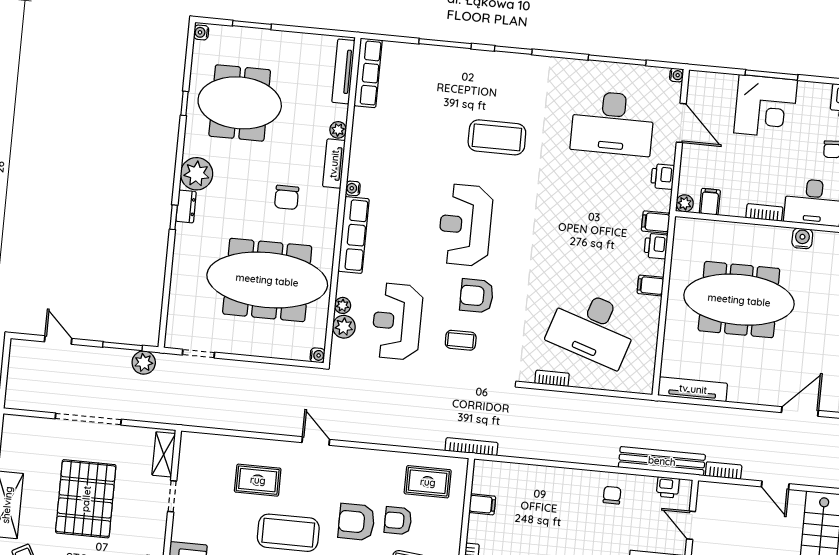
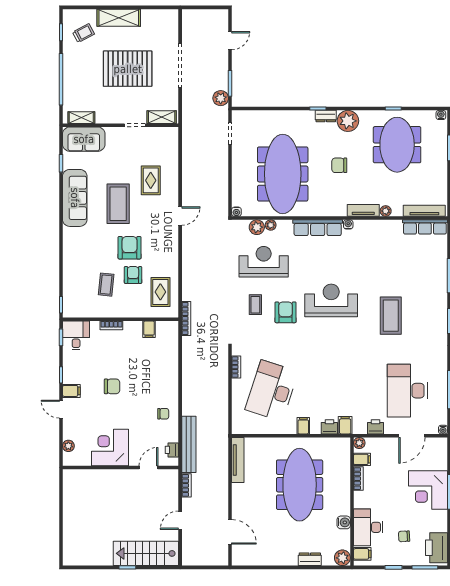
chair: (287, 197) -> (339, 165), moved
bookcase: (764, 212) -> (358, 479), moved

